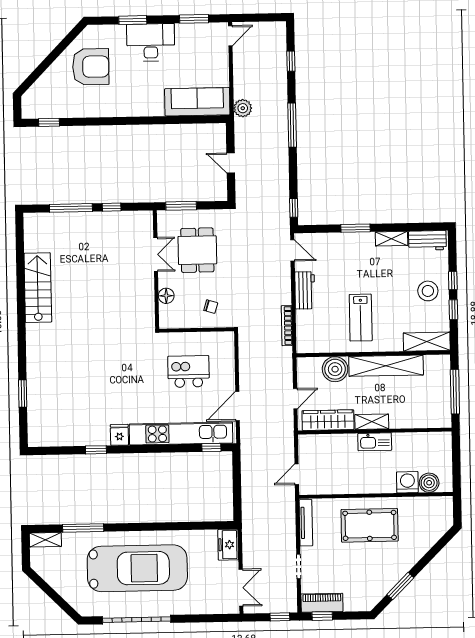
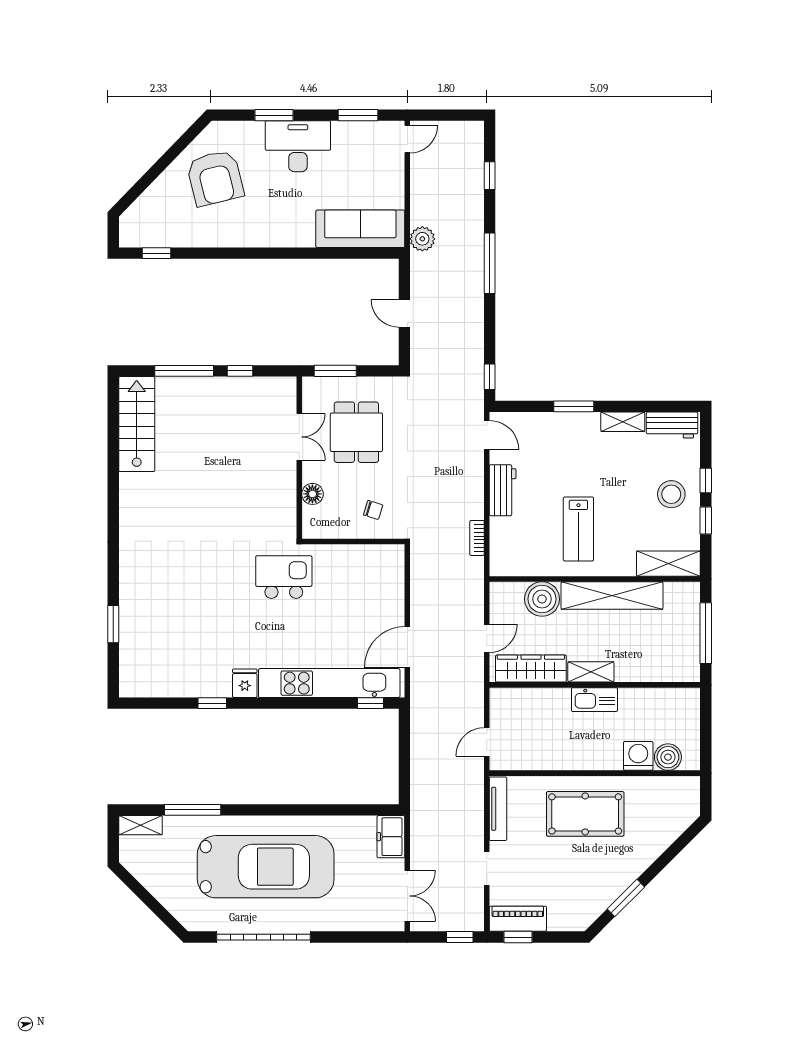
armchair: (91, 67) -> (215, 178), turned 76
stairs: (38, 288) -> (137, 424), moved
bookcase: (287, 326) -> (477, 538), width x0.64
kitchen island: (189, 372) -> (284, 577), moved

